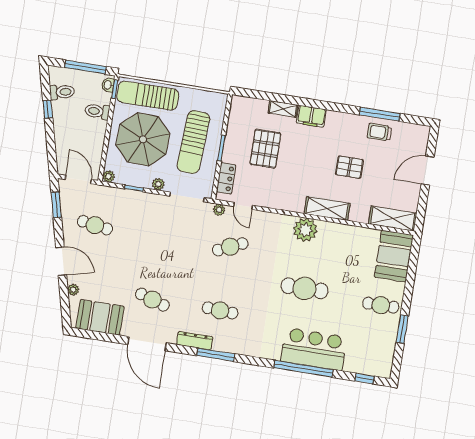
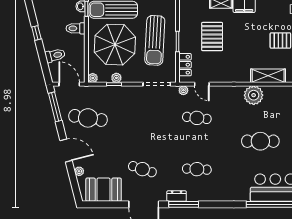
toilet: (62, 92) -> (55, 55), moved
plant: (158, 184) -> (116, 78), moved
window: (56, 205) -> (55, 107), width x1.44
cafe table: (95, 225) -> (88, 118), width x1.37, depth x1.35
cafe table: (230, 247) -> (197, 118), turned 30
dresser: (195, 341) -> (177, 196), width x0.70
window: (216, 355) -> (184, 204), moved

